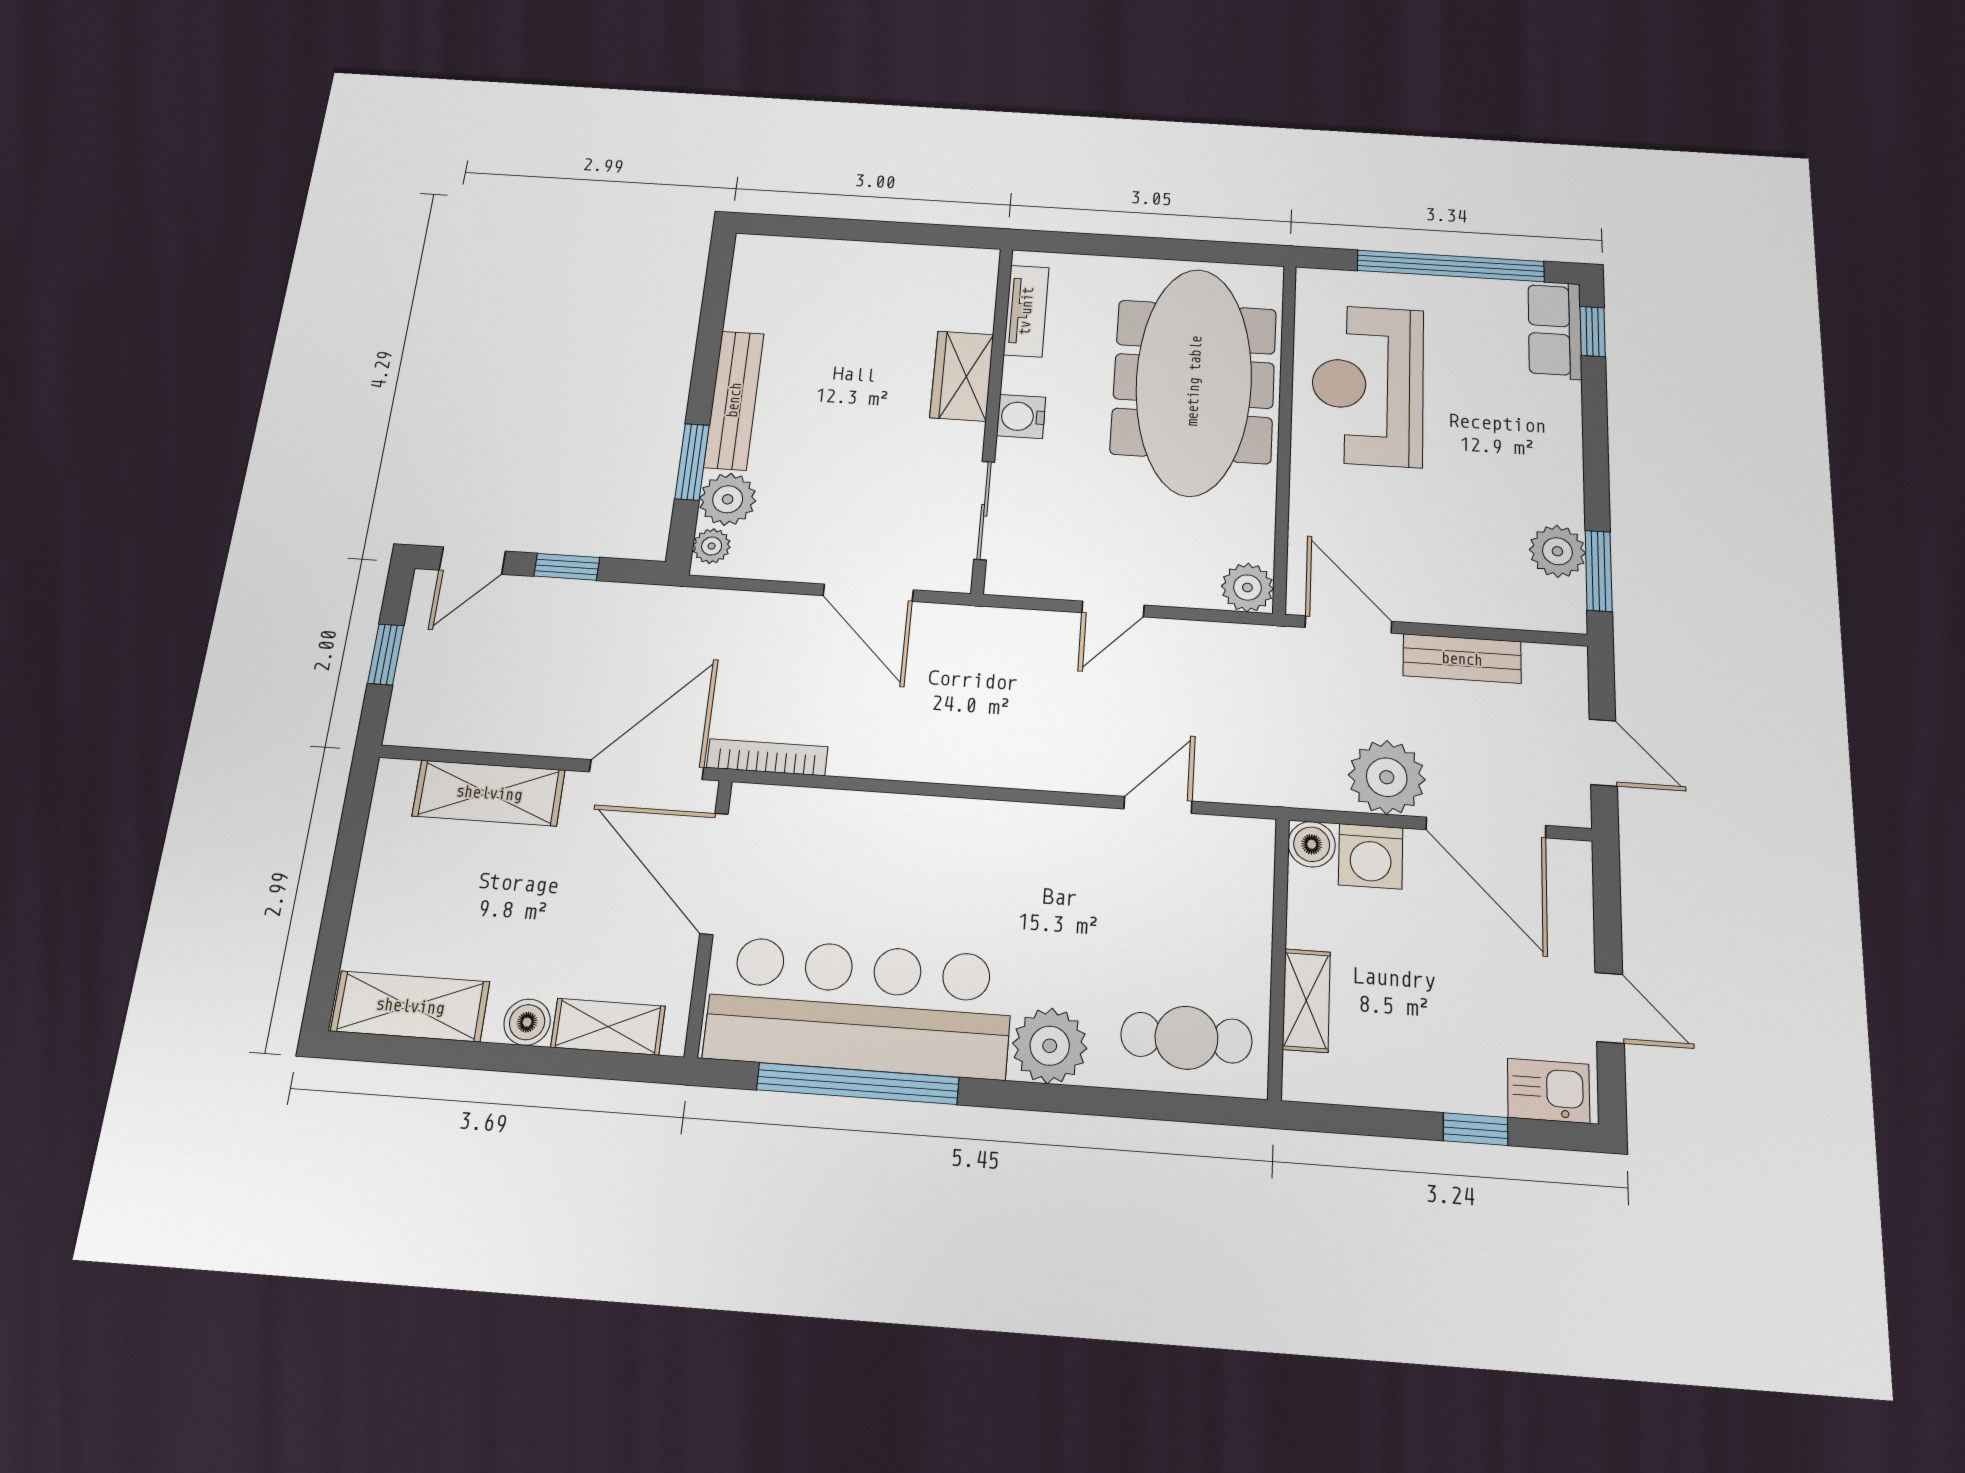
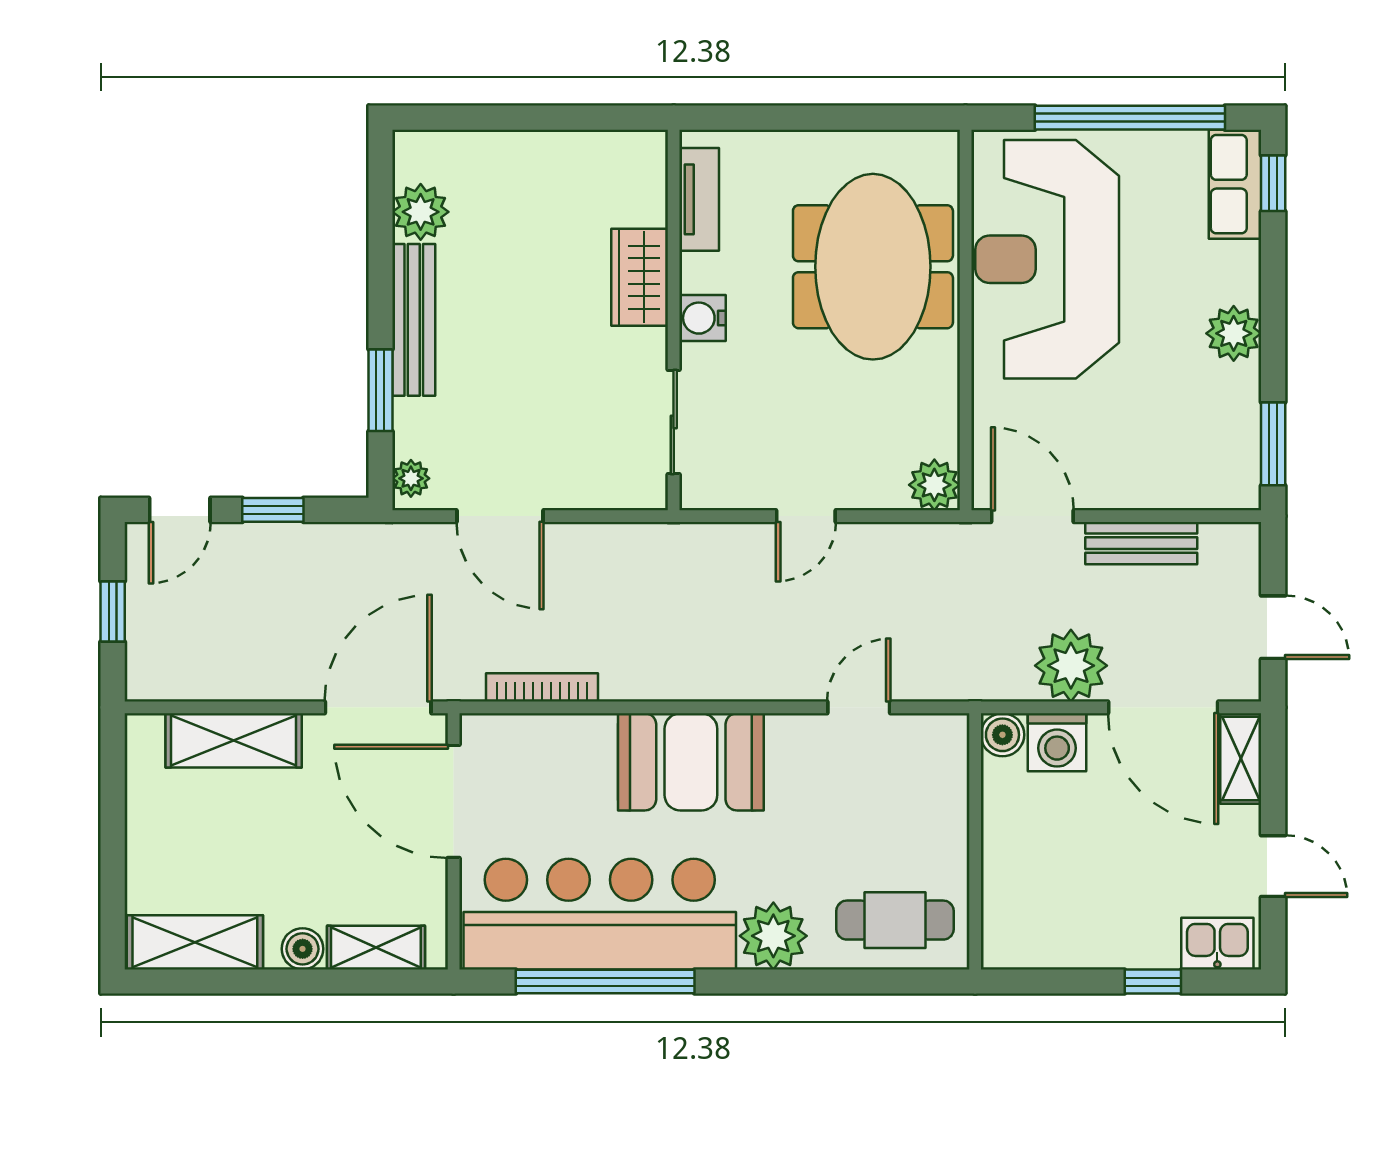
meeting table: (1194, 381) -> (873, 267), width x0.73
reception desk: (1368, 385) -> (1047, 259), width x1.36, depth x1.30
plant: (728, 499) -> (421, 212), moved
plant: (1557, 551) -> (1234, 333), moved
door: (868, 593) -> (500, 516), moved
bookcase: (767, 757) -> (542, 687), moved
booth: (974, 849) -> (691, 762), added
shelving: (1306, 1000) -> (1241, 759), moved

